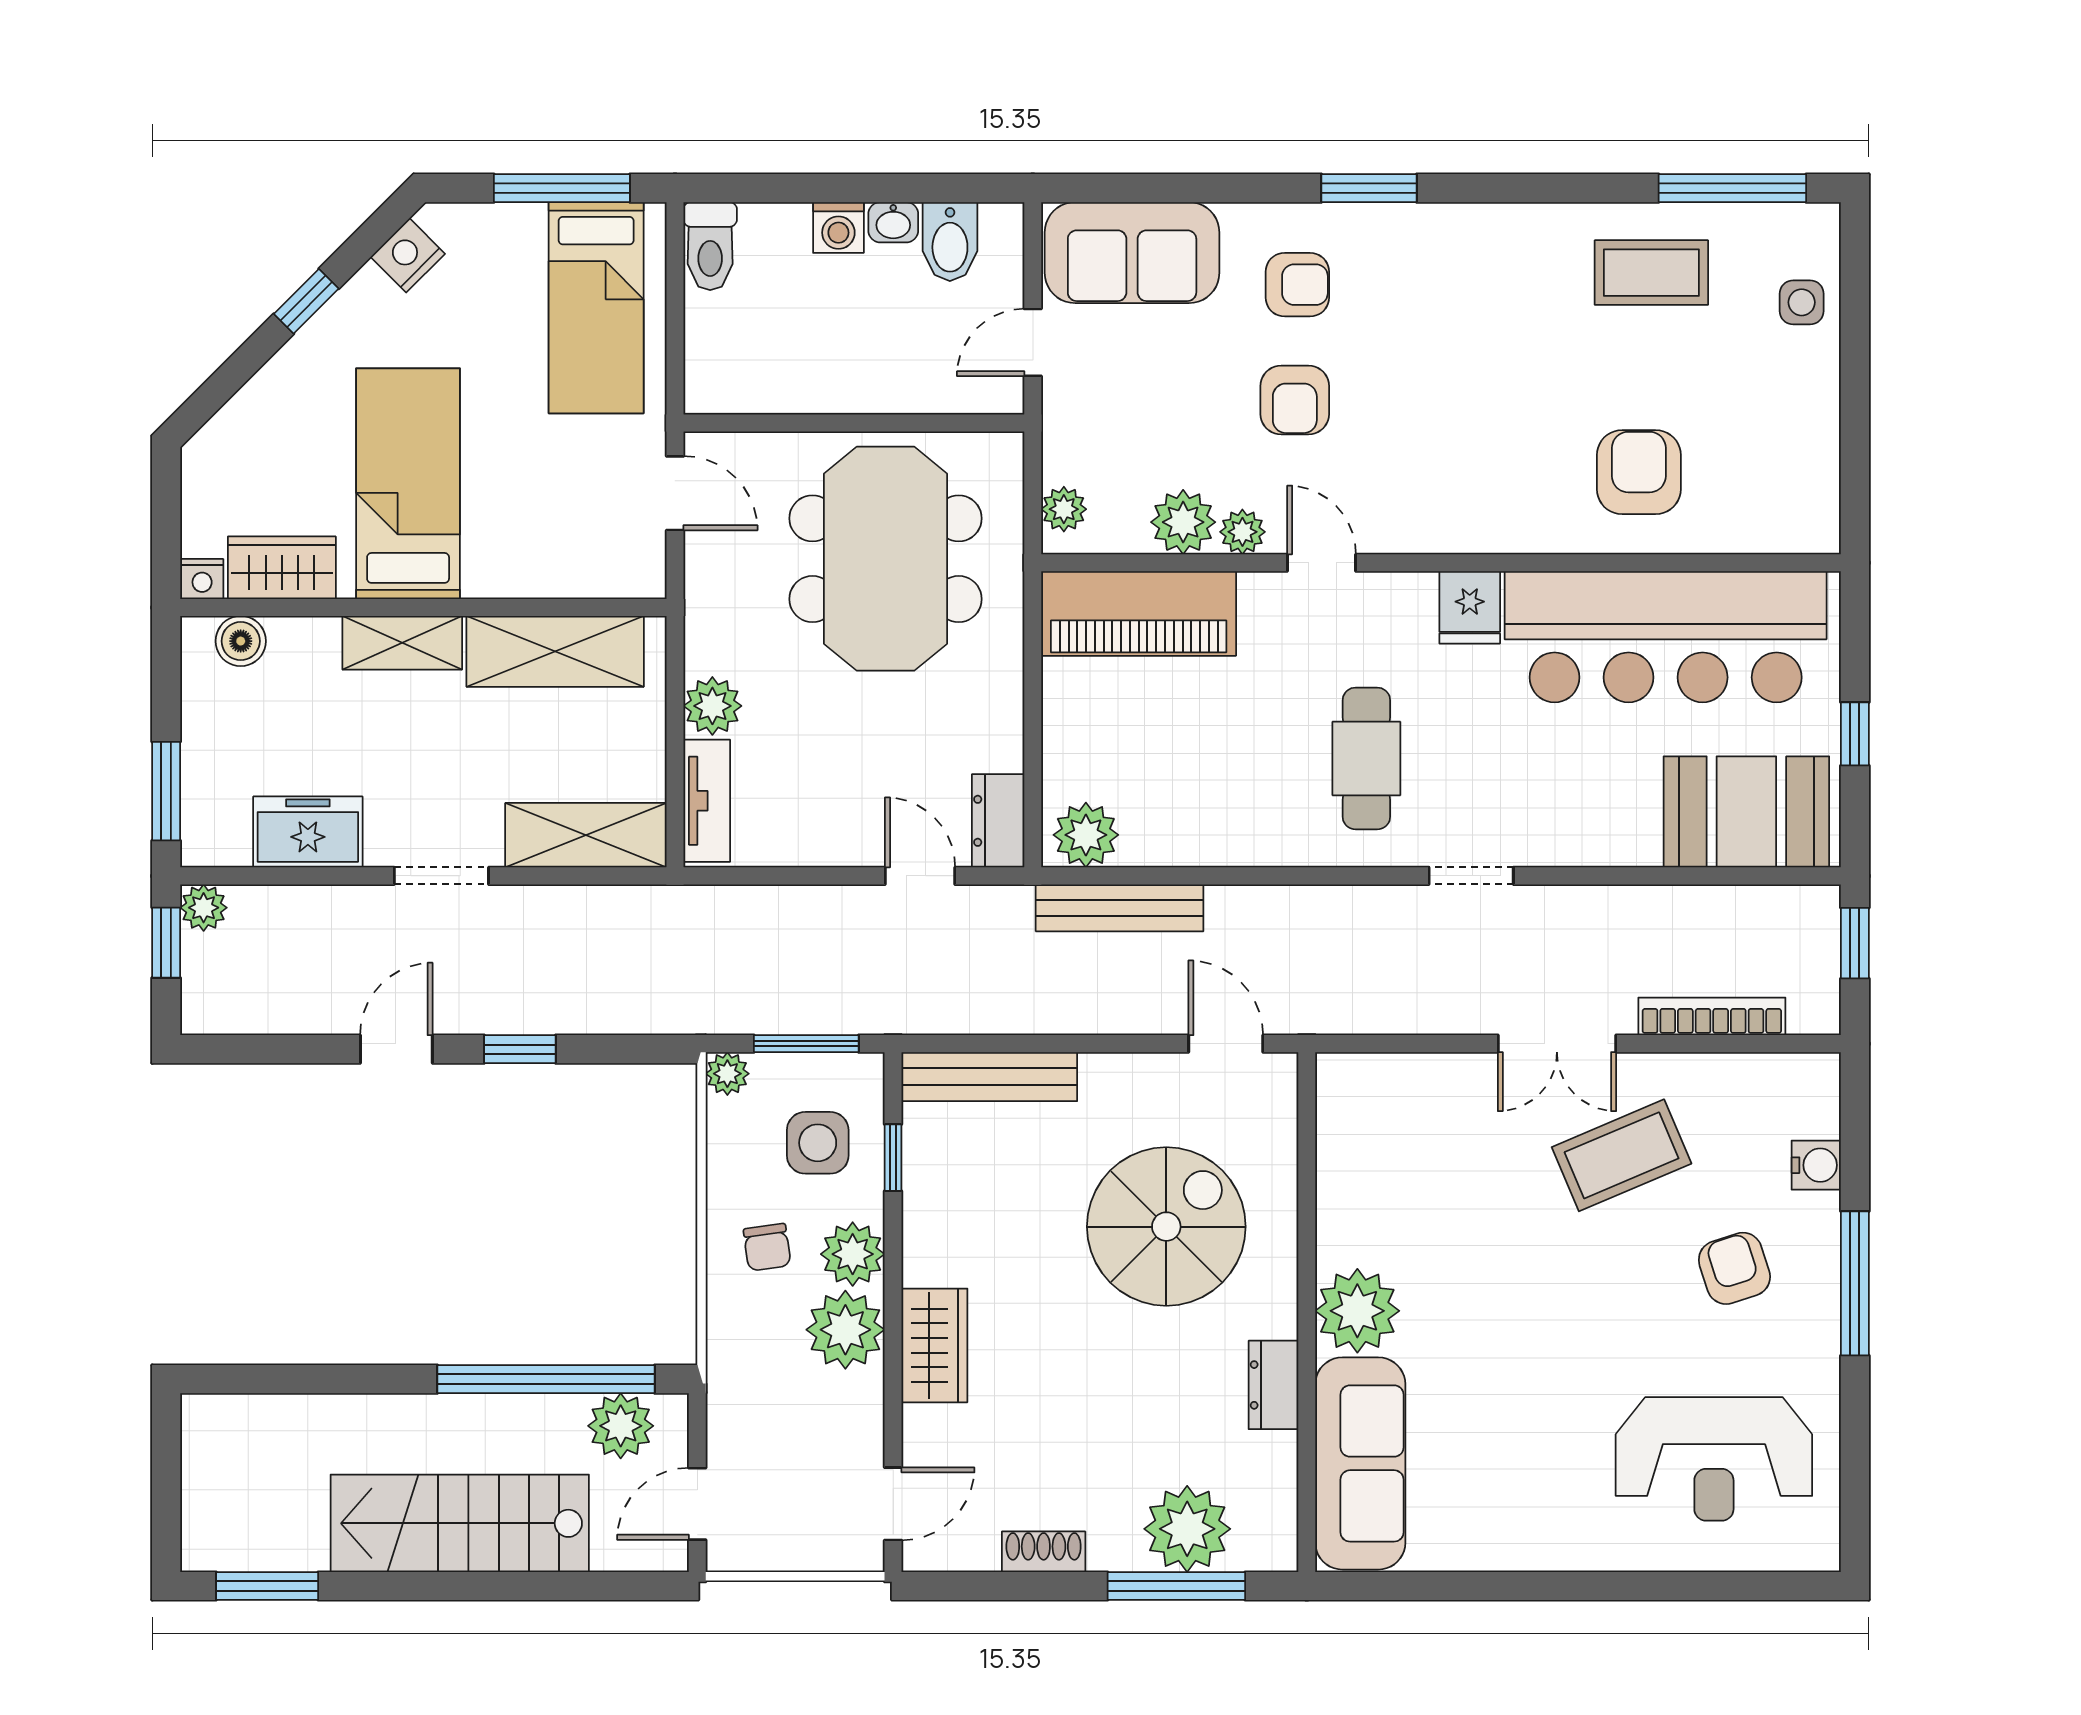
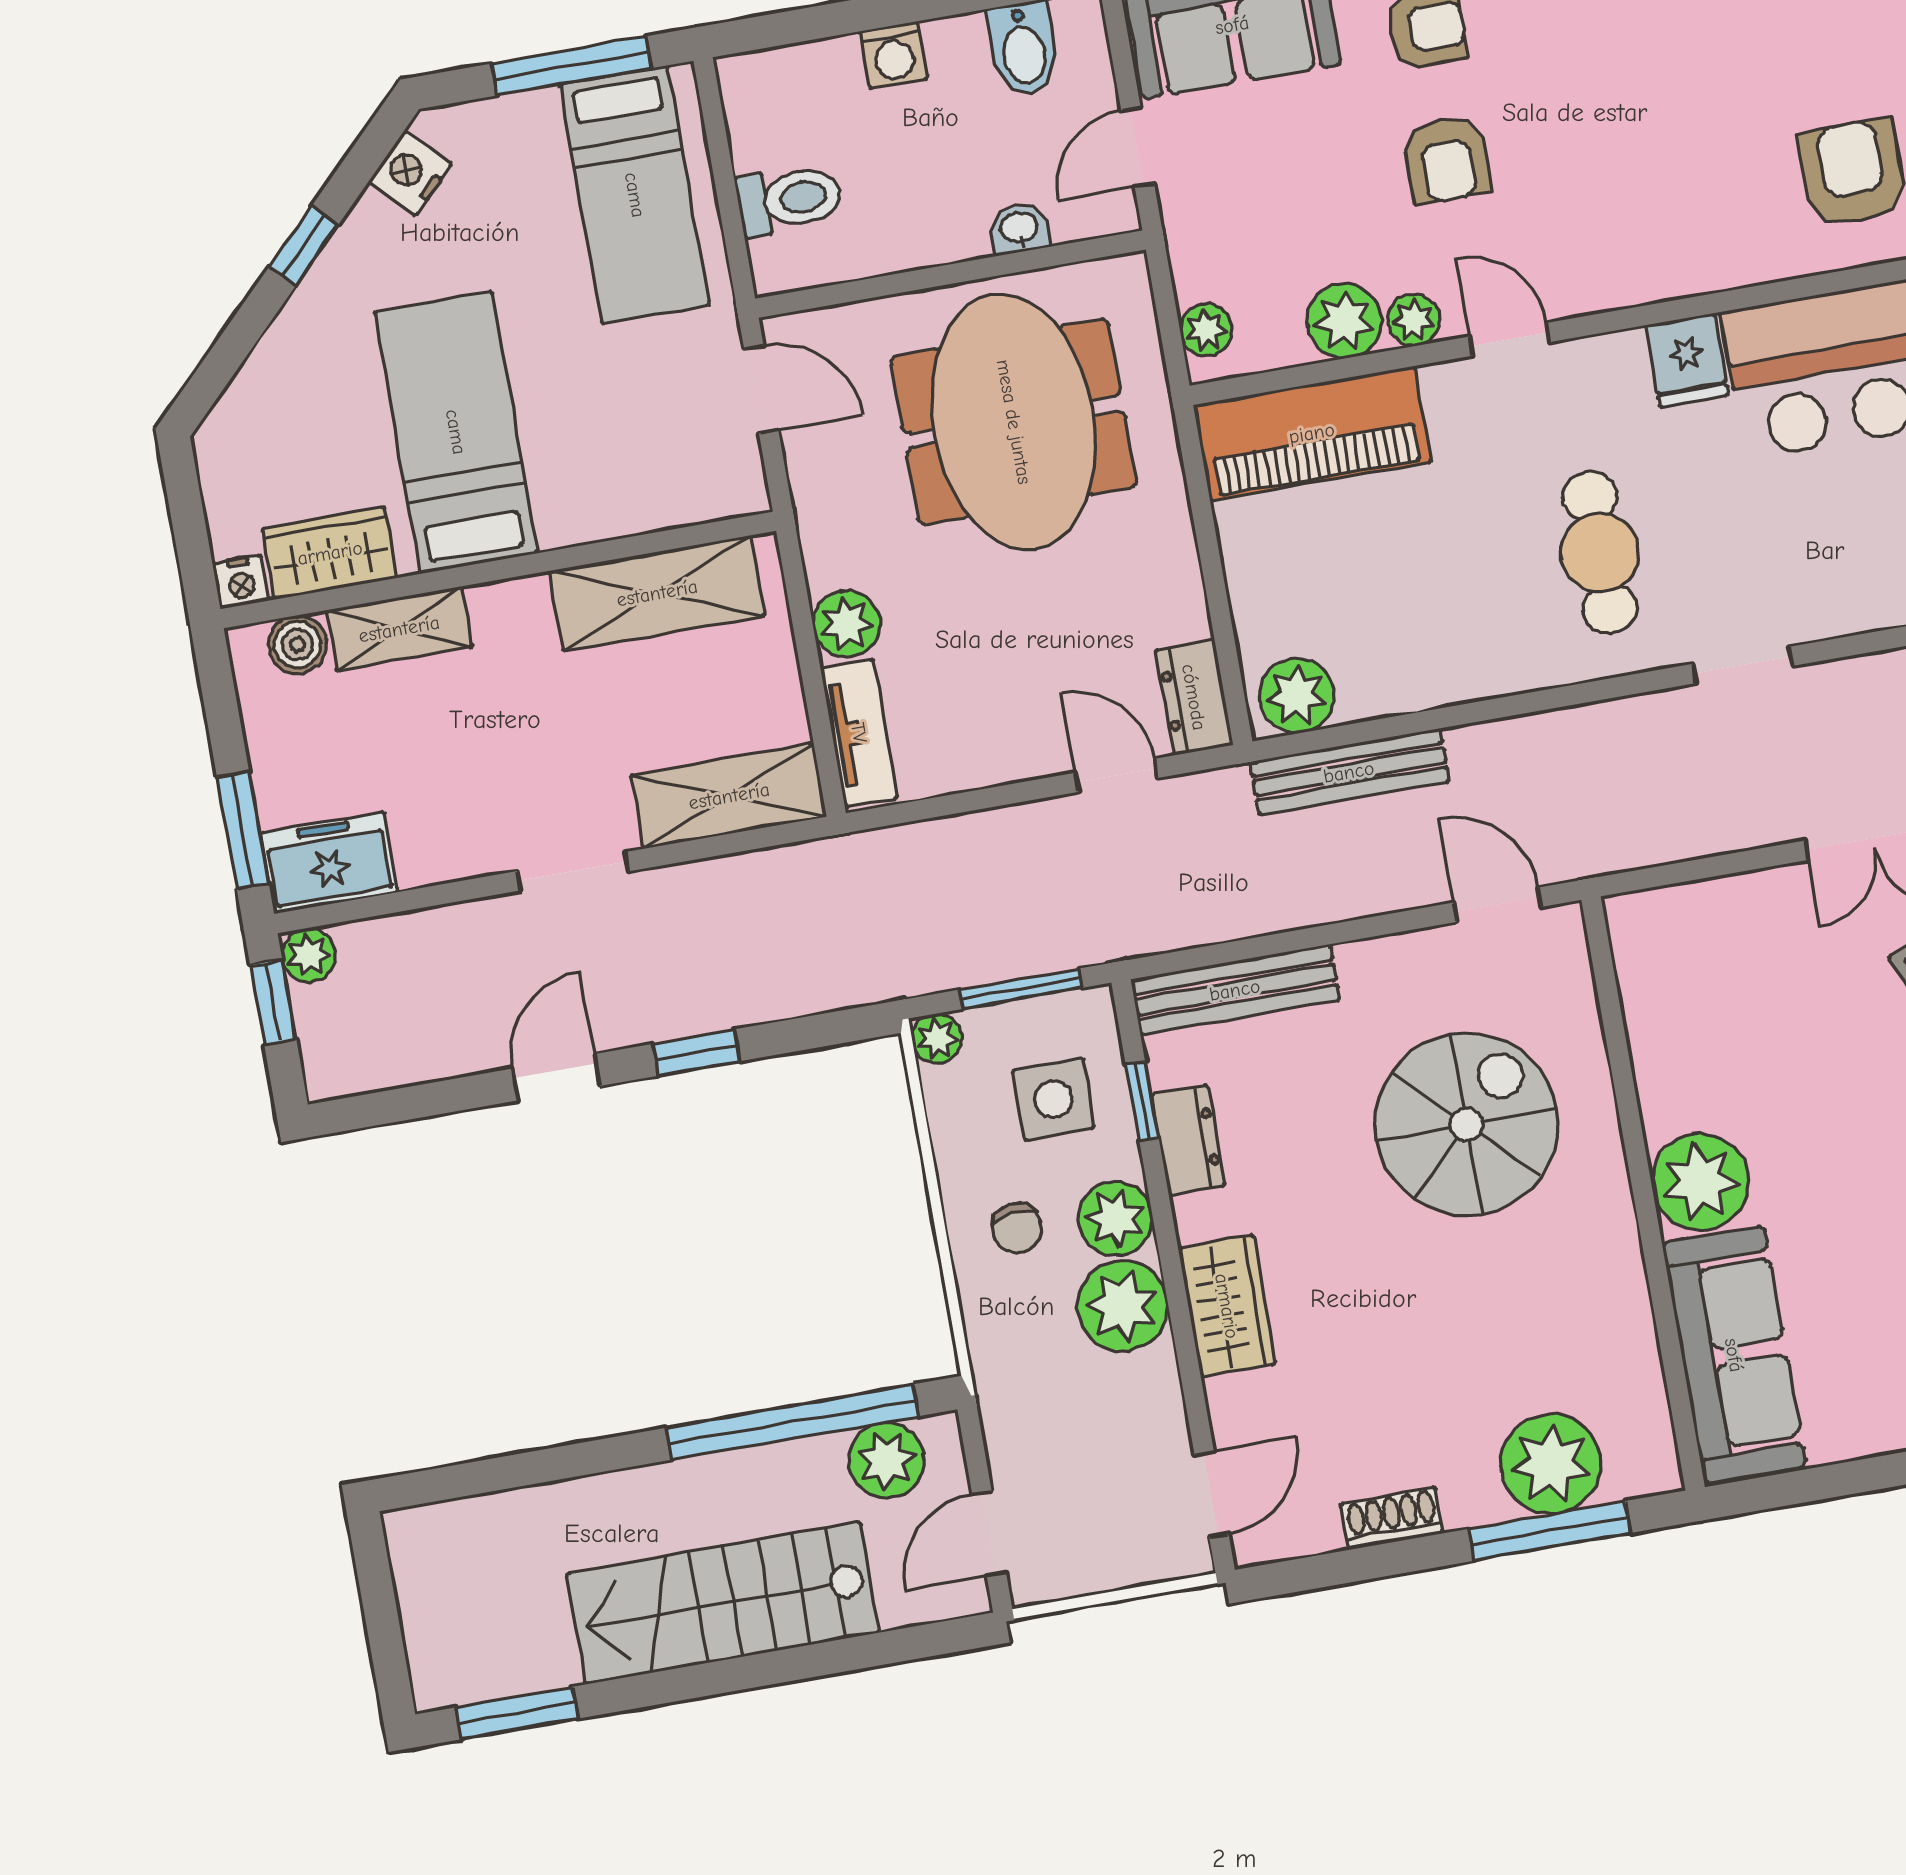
washbasin: (893, 222) -> (1019, 229), moved, turned 180
toilet: (710, 246) -> (789, 199), moved, turned -90
shelving: (402, 643) -> (399, 629), moved
freezer: (308, 832) -> (329, 863), moved
dresser: (1274, 1385) -> (1188, 1140), moved, turned 180

